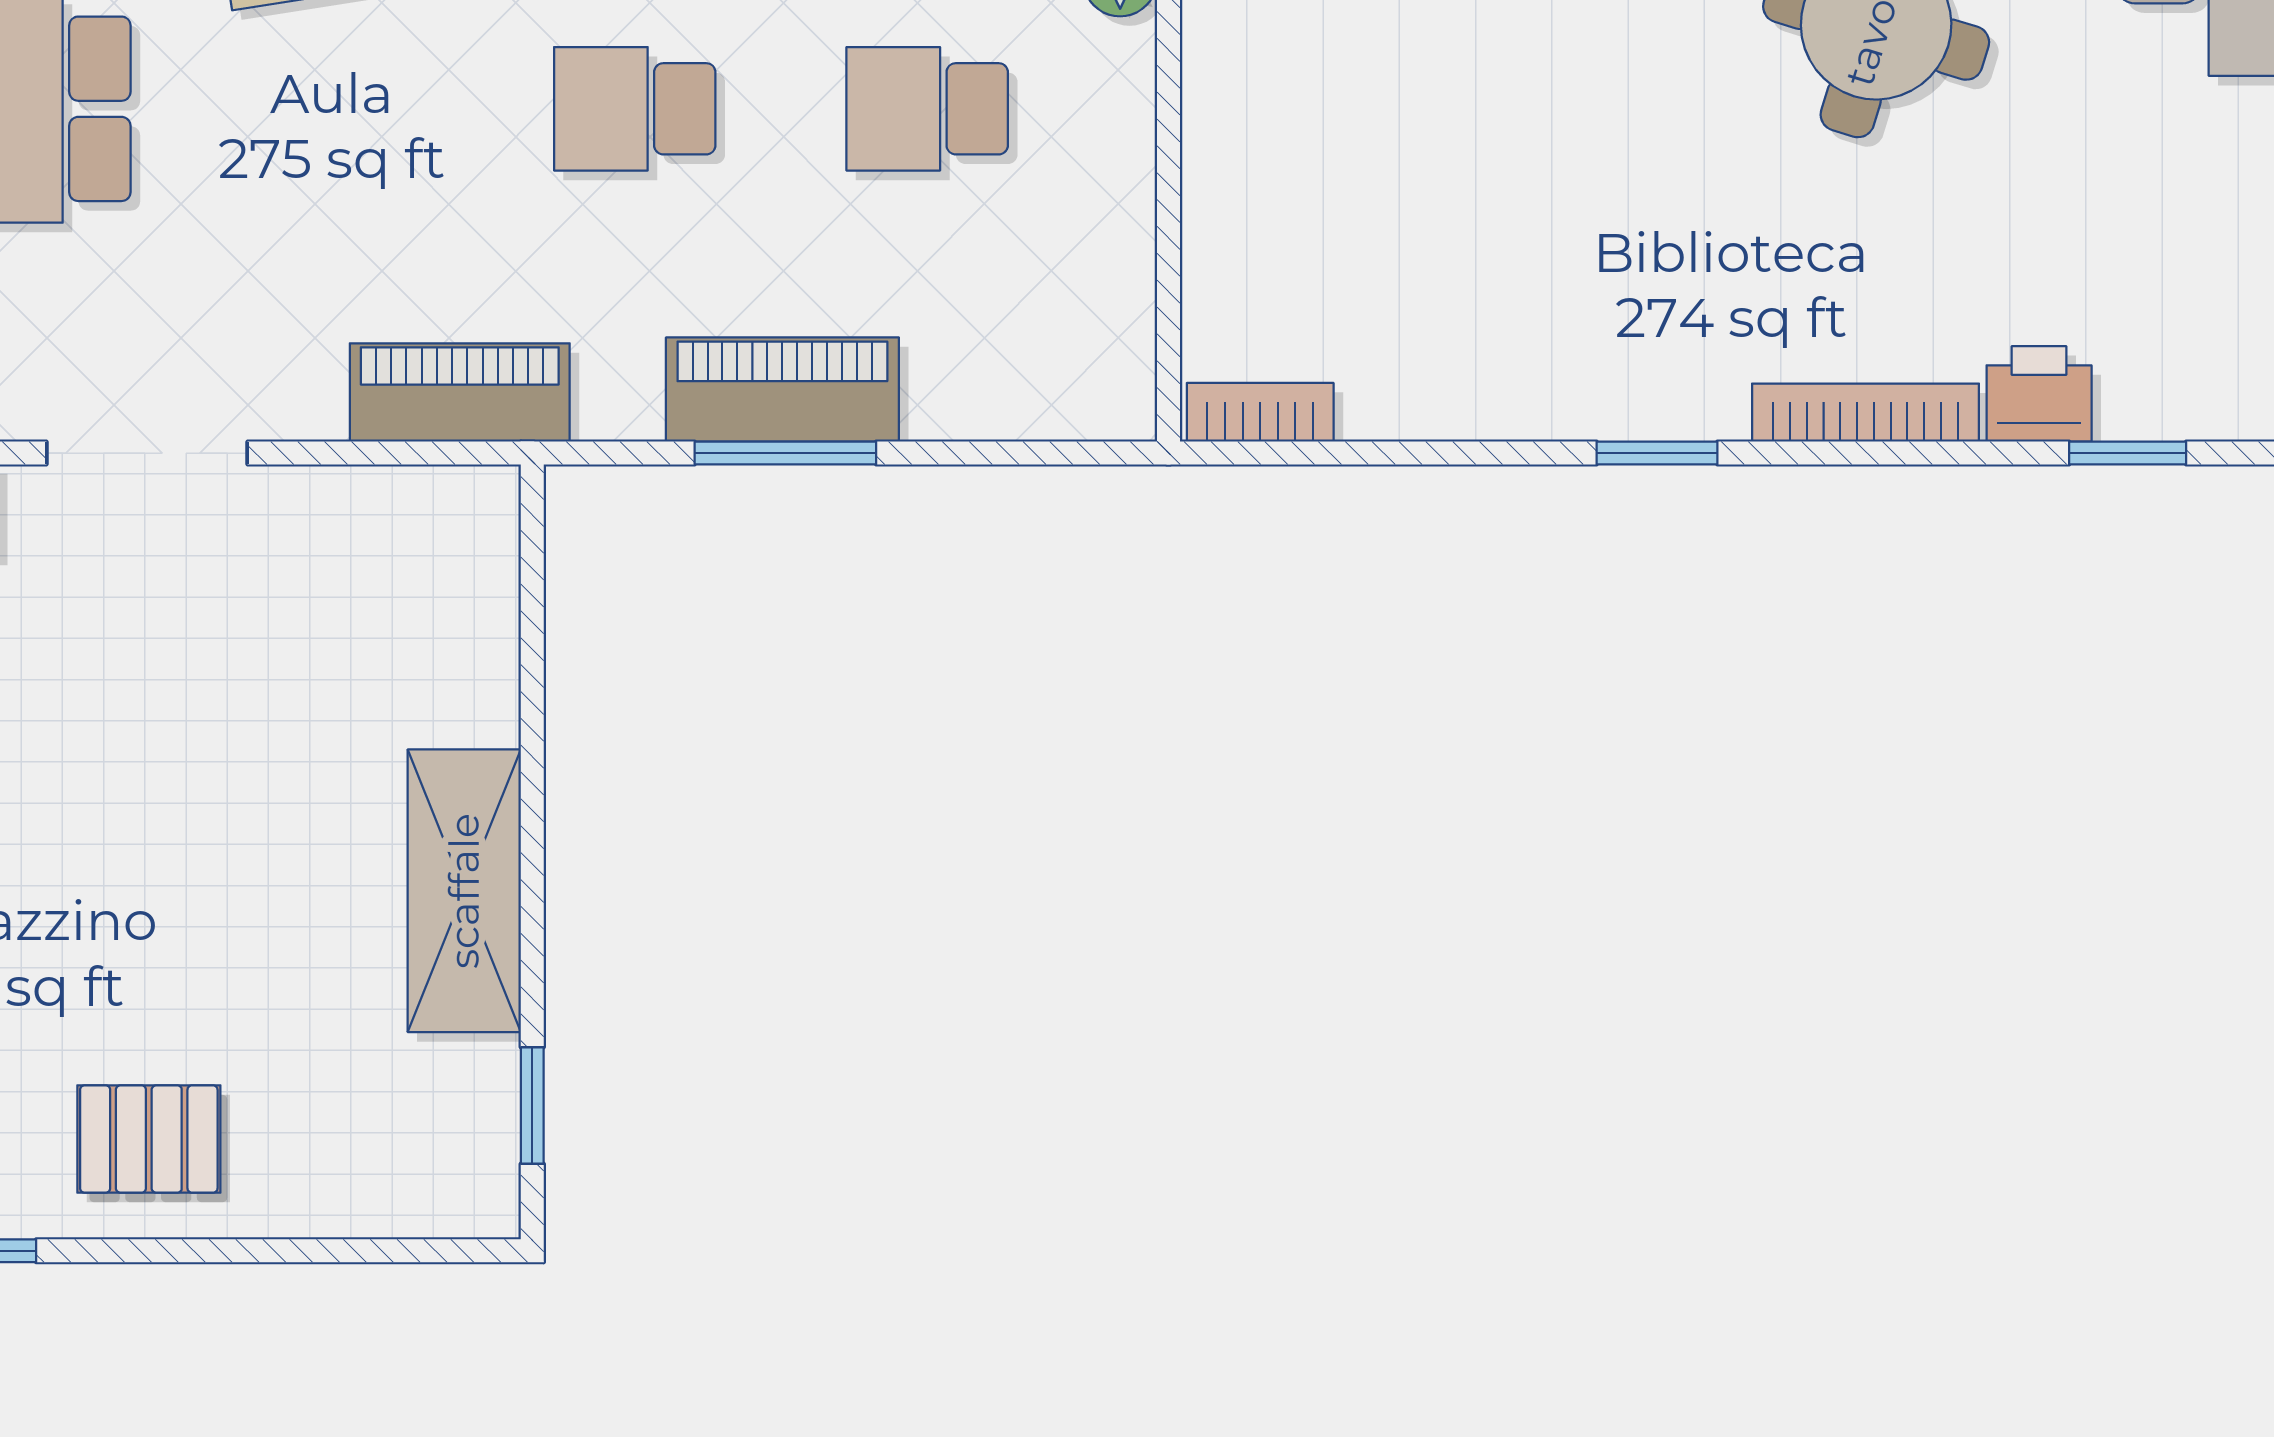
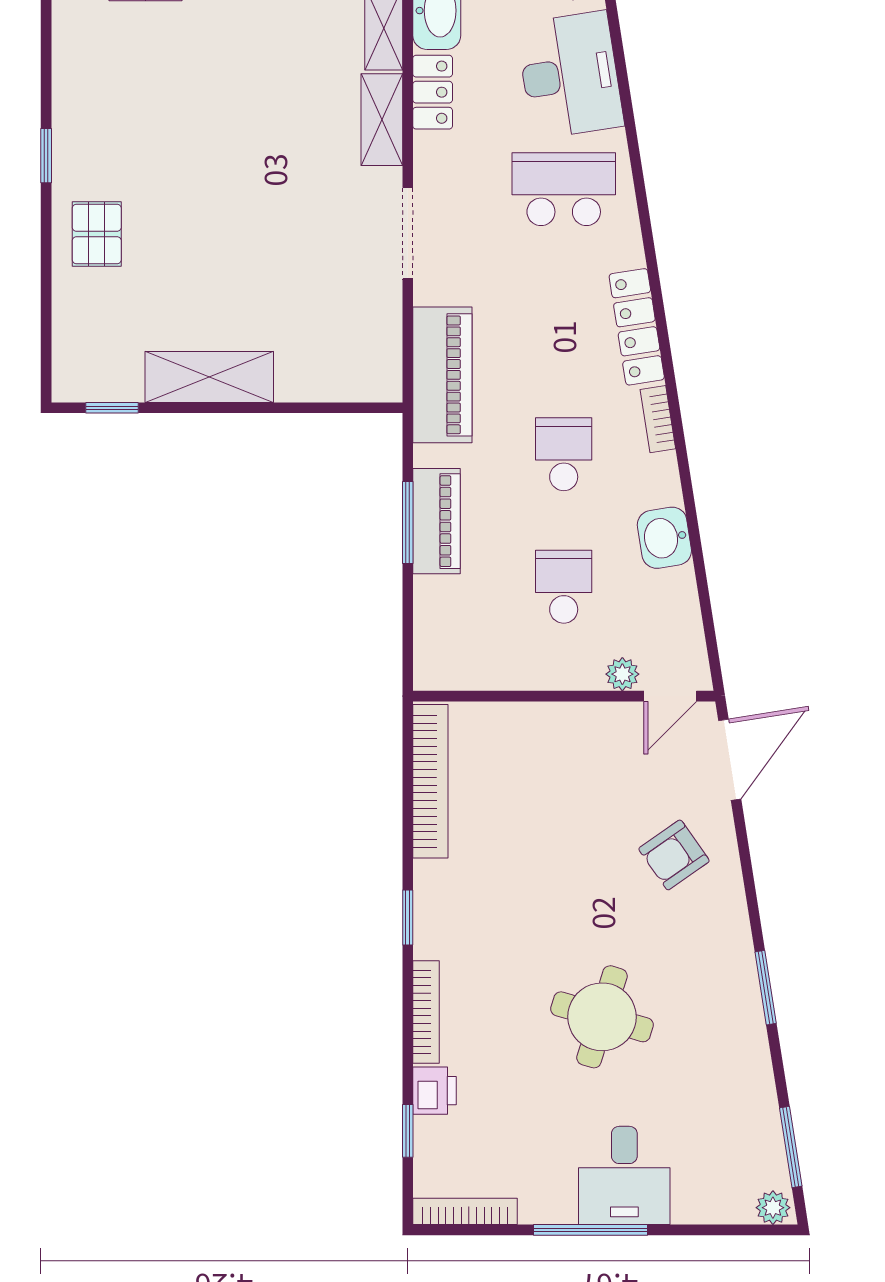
piano: (460, 392) -> (442, 375), width x1.37, depth x1.33
bookcase: (1260, 412) -> (430, 781), width x2.31, depth x1.31

